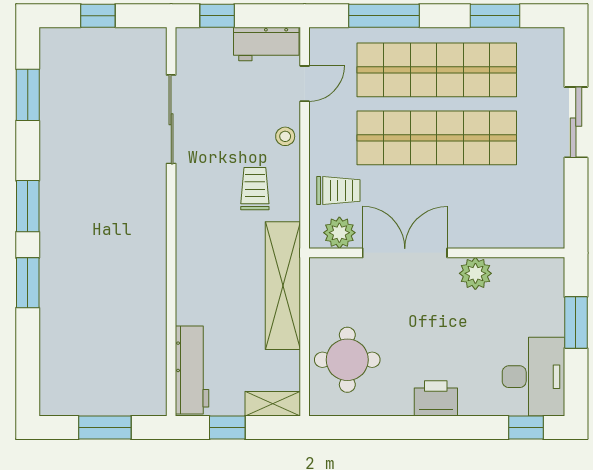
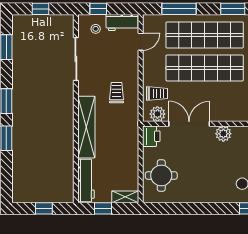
stool: (285, 136) -> (96, 29), moved
shelving: (283, 286) -> (86, 127), moved
printer: (436, 398) -> (151, 136), moved, turned 90
window: (105, 428) -> (44, 208), width x0.67

